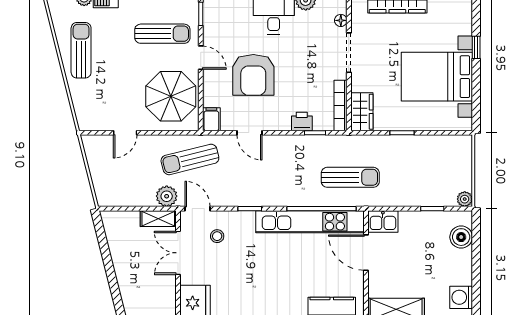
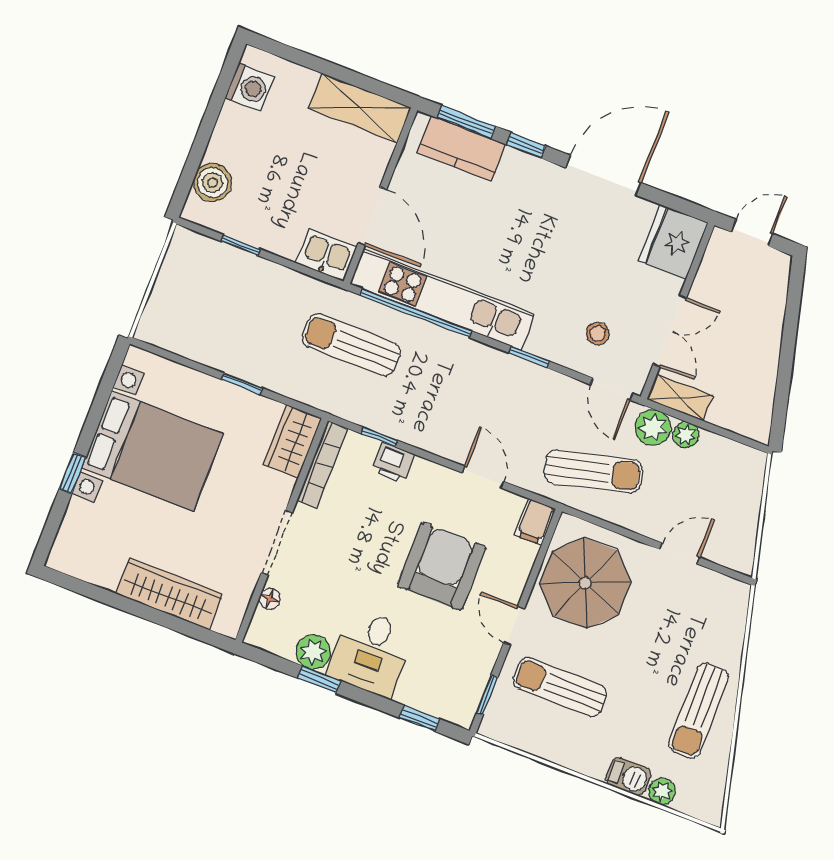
plant: (465, 199) -> (686, 435), moved

